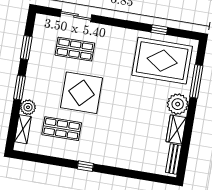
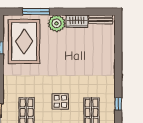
display table: (81, 93) -> (60, 101), width x0.54, depth x0.54
window: (85, 166) -> (118, 104), moved

